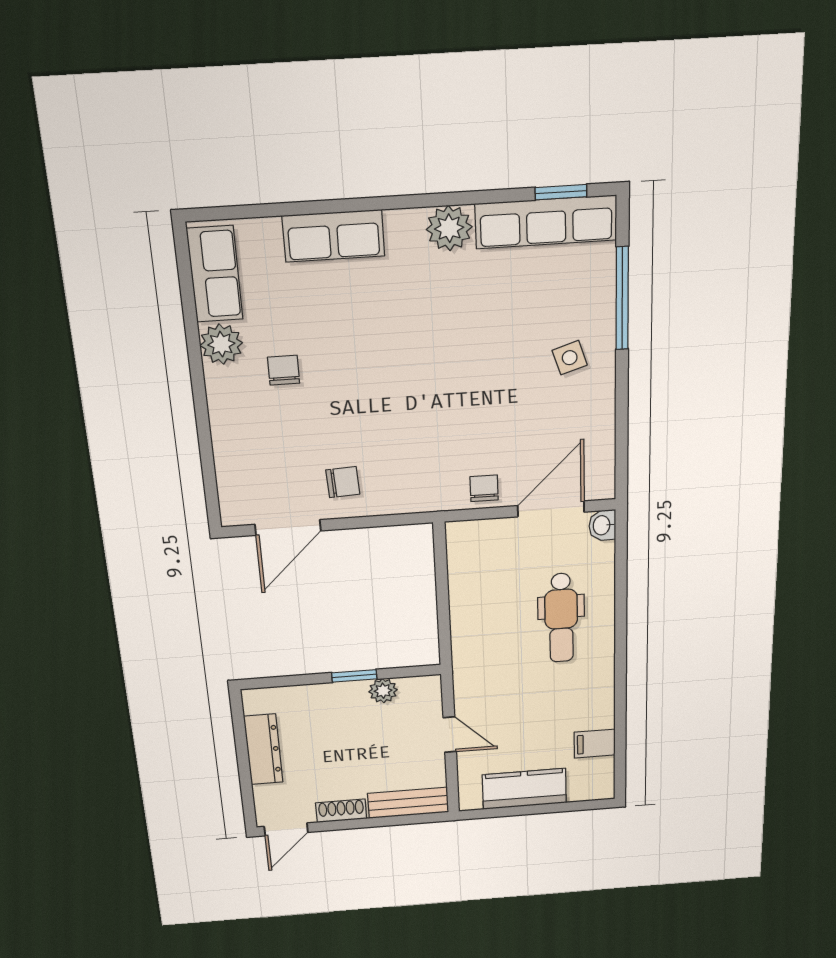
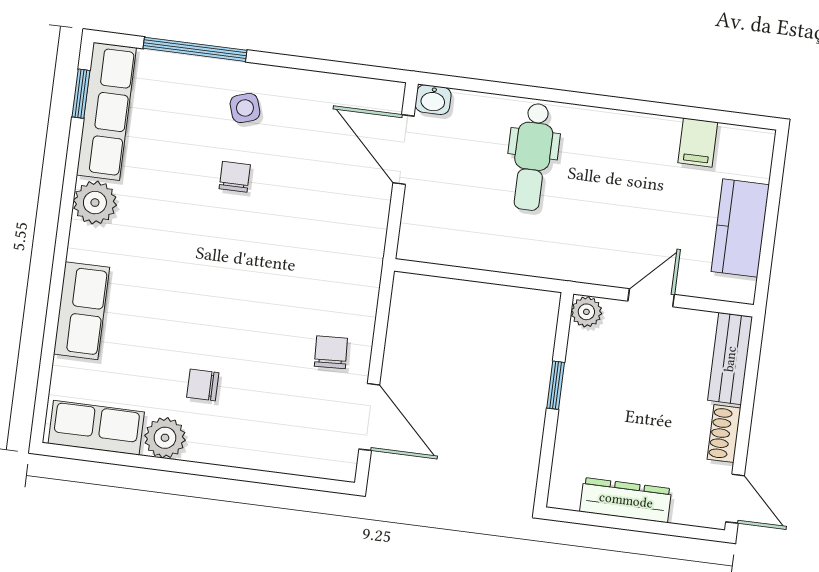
chair: (484, 488) -> (235, 177), moved, turned 90
dental chair: (561, 618) -> (532, 157), turned 90
plant: (383, 691) -> (586, 312), moved

